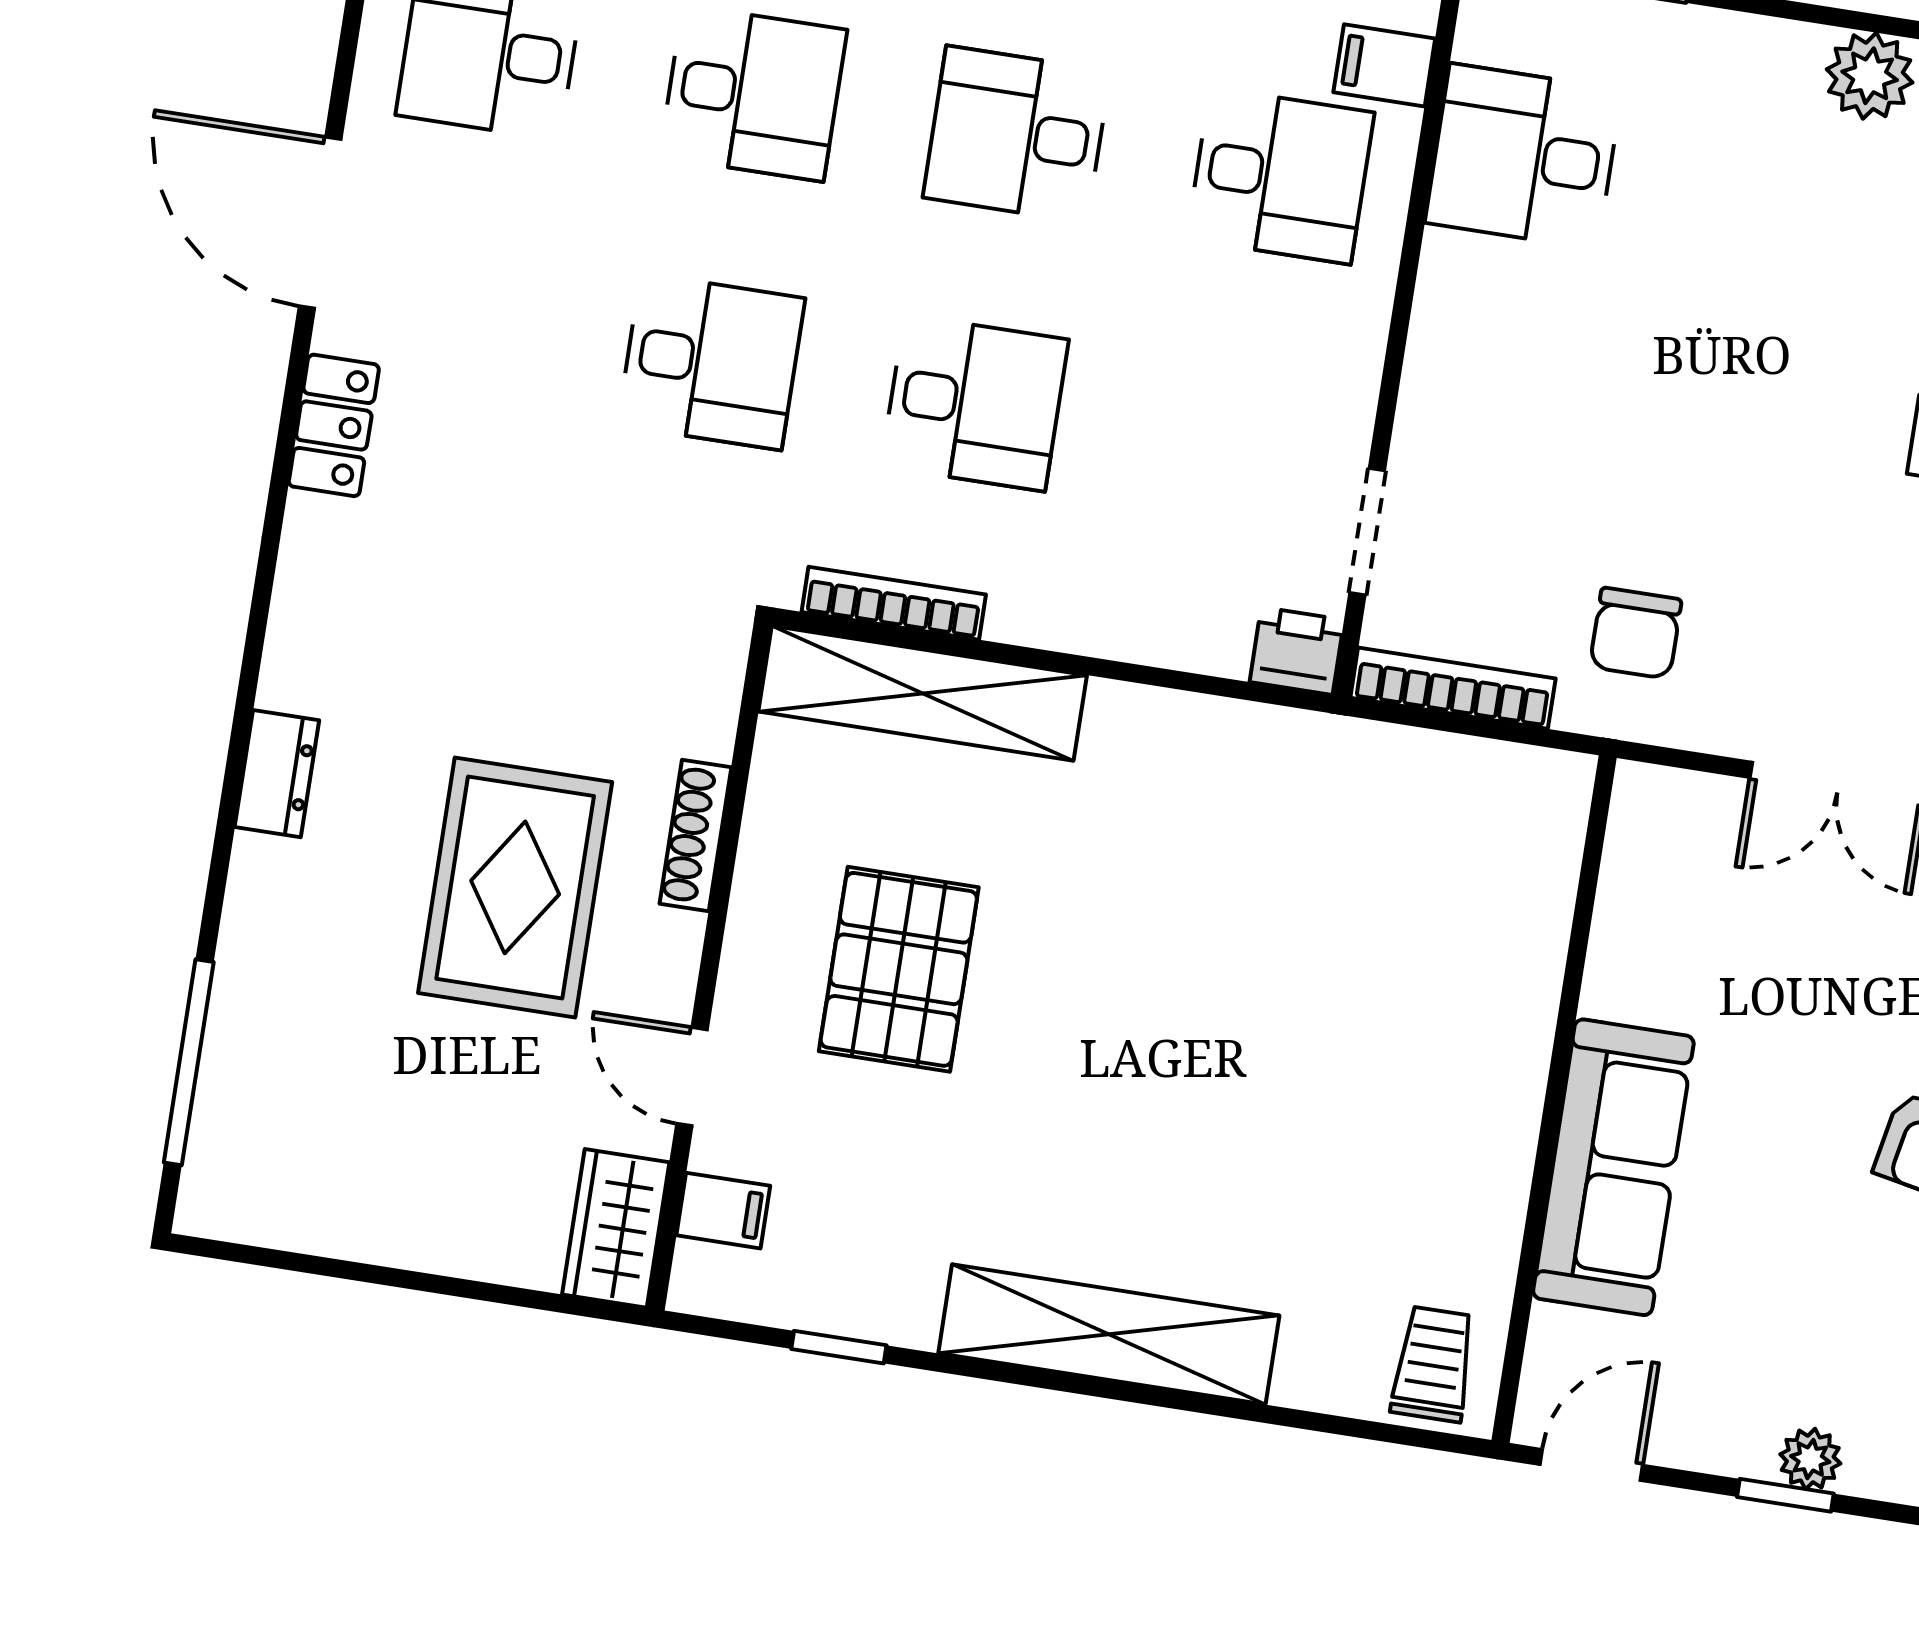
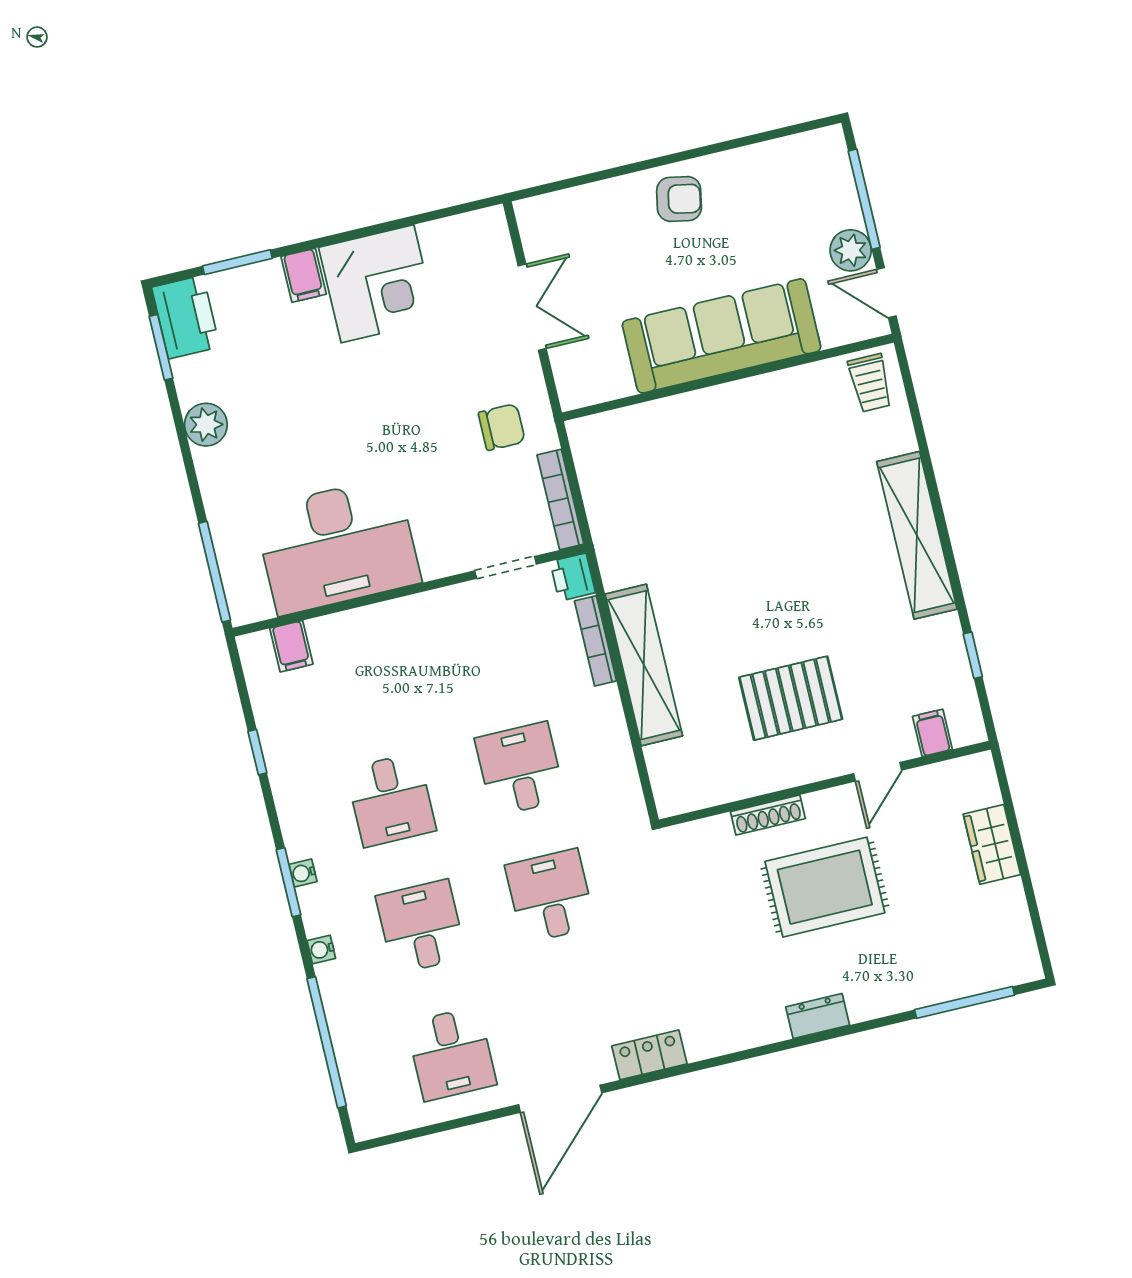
desk: (1524, 156) -> (337, 546), width x1.87, depth x1.30
desk: (1280, 176) -> (361, 673), removed
bookcase: (894, 603) -> (595, 641), moved
shelving: (923, 693) -> (644, 665), moved
sofa: (1613, 1167) -> (722, 336), width x1.36, depth x1.27
wardrobe: (616, 1228) -> (992, 844), moved, turned 90
trolley: (1433, 1364) -> (870, 383), turned -90
plant: (1810, 1459) -> (851, 250), moved, width x1.38, depth x1.38
window: (1785, 1495) -> (864, 199), width x2.17

